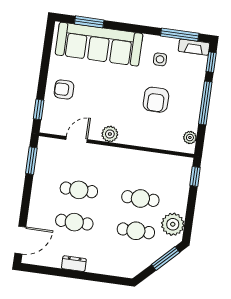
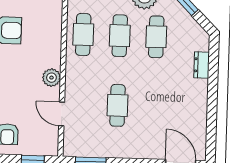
cafe table: (74, 222) -> (83, 34), moved
dresser: (74, 264) -> (202, 65), moved

